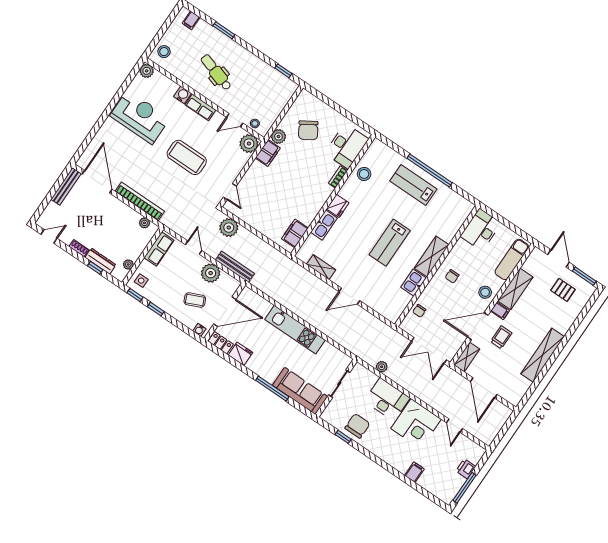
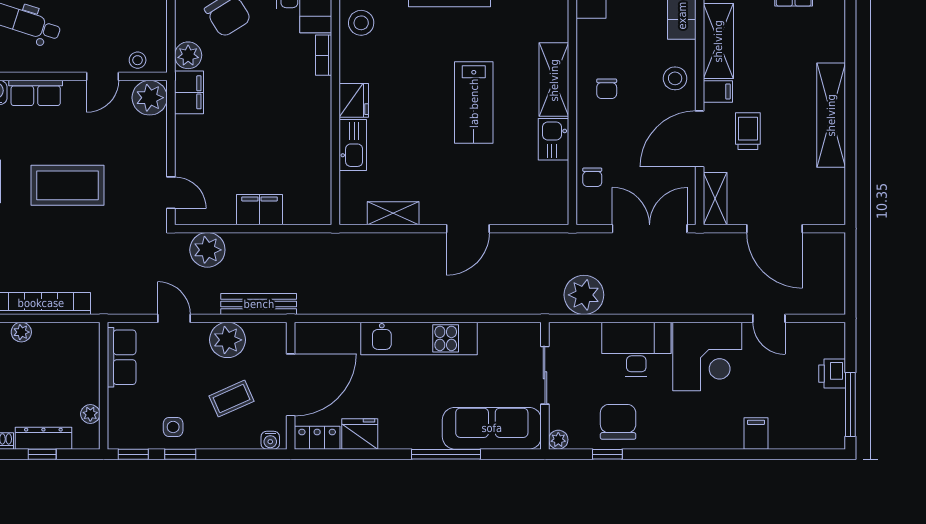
plant: (145, 223) -> (21, 332), moved
filing cabinet: (295, 233) -> (259, 210), moved, turned 90
side table: (141, 281) -> (173, 427), moved
double door: (429, 351) -> (650, 229), swing flipped
plant: (382, 367) -> (584, 295), width x1.87, depth x1.87
plant: (326, 416) -> (558, 440), added

